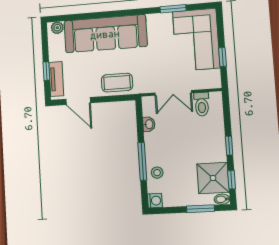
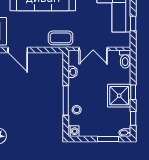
coffee table: (117, 83) -> (61, 38), moved
toilet: (202, 104) -> (125, 59), moved
shower: (213, 178) -> (119, 96), moved

